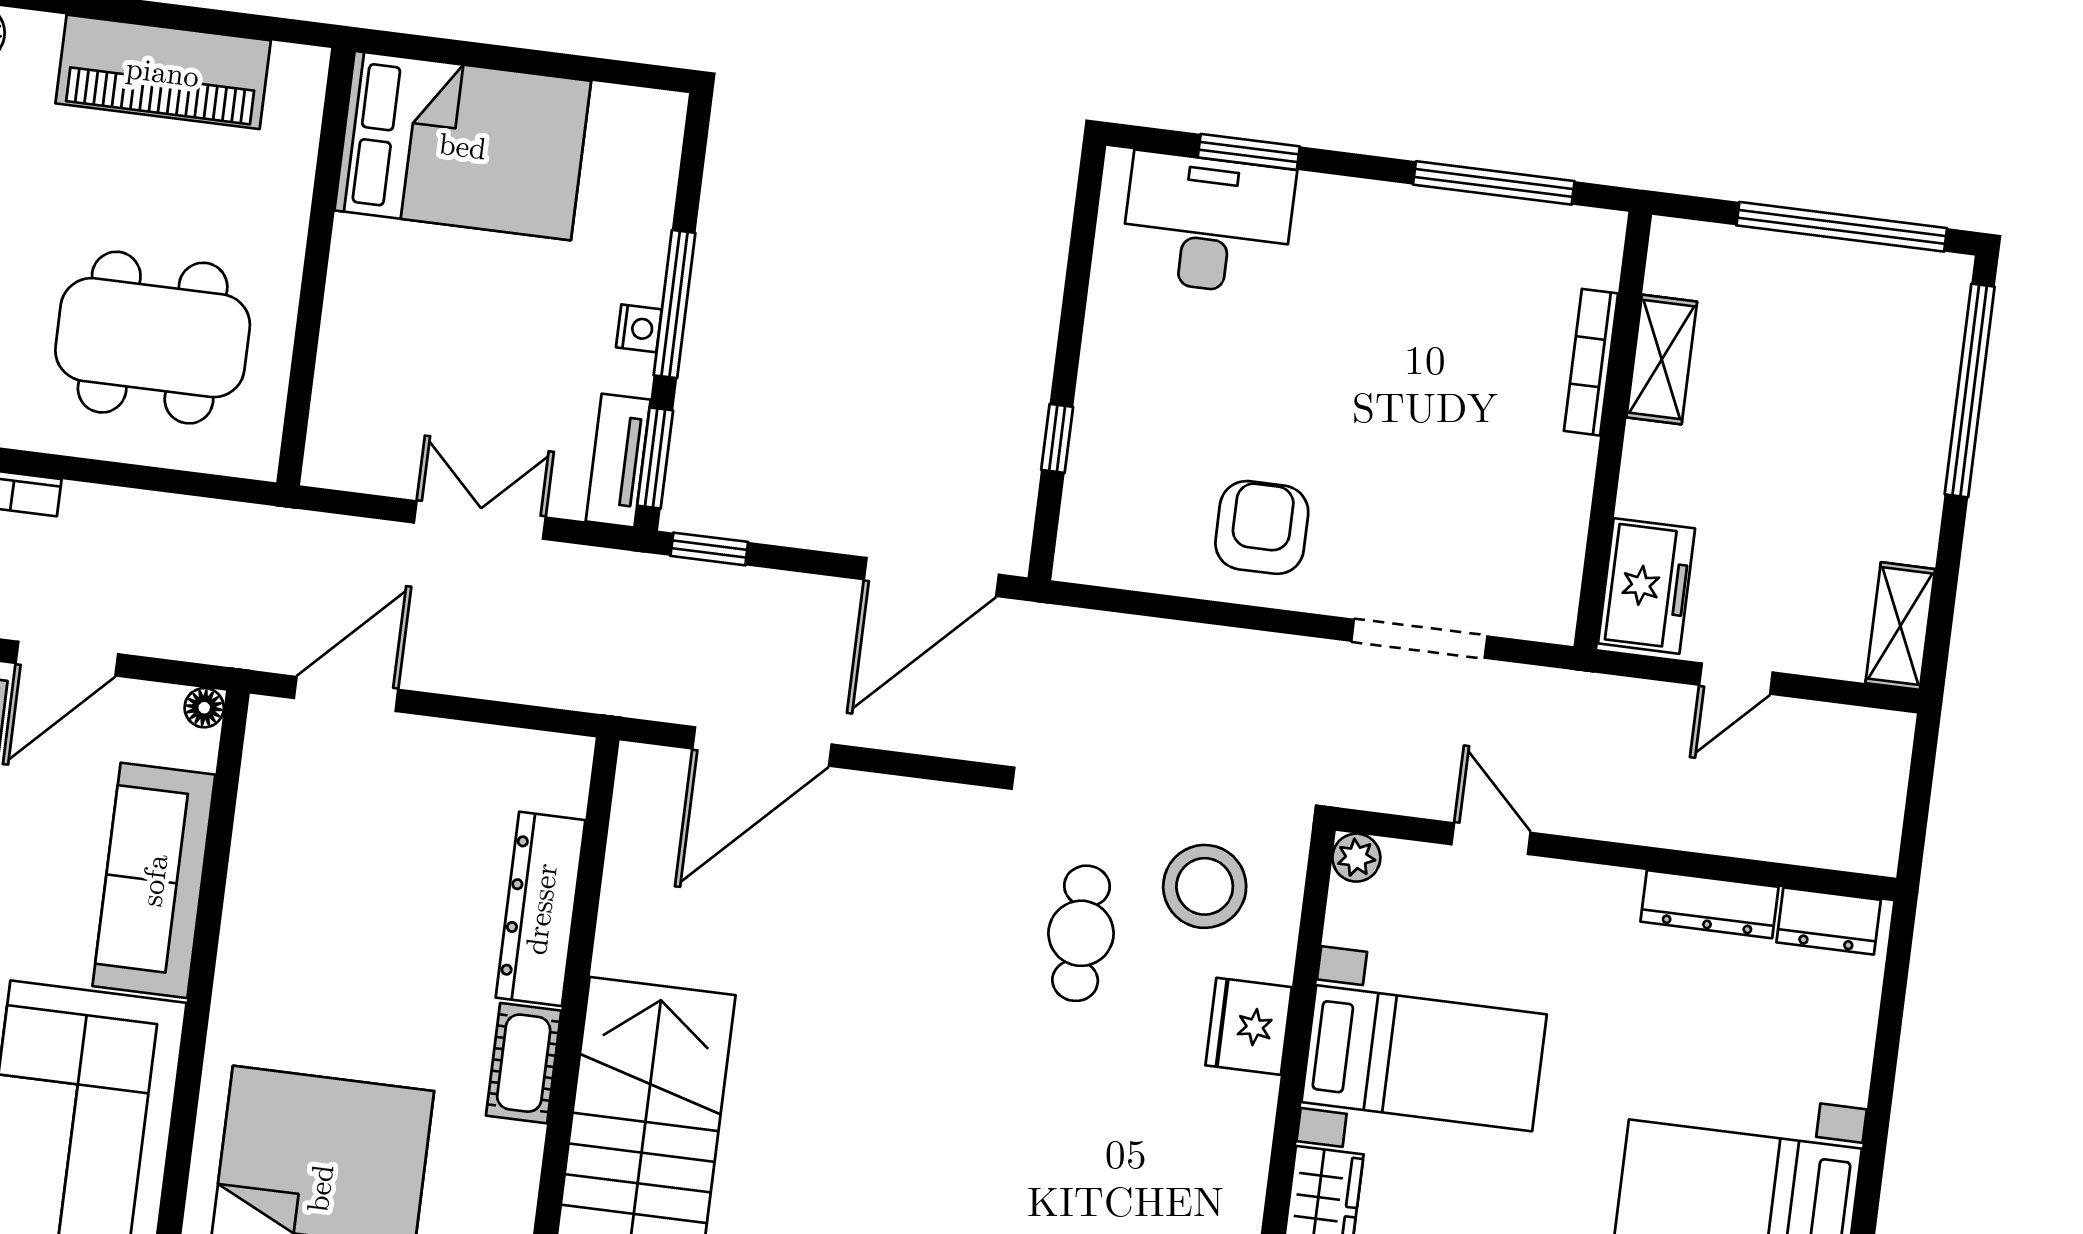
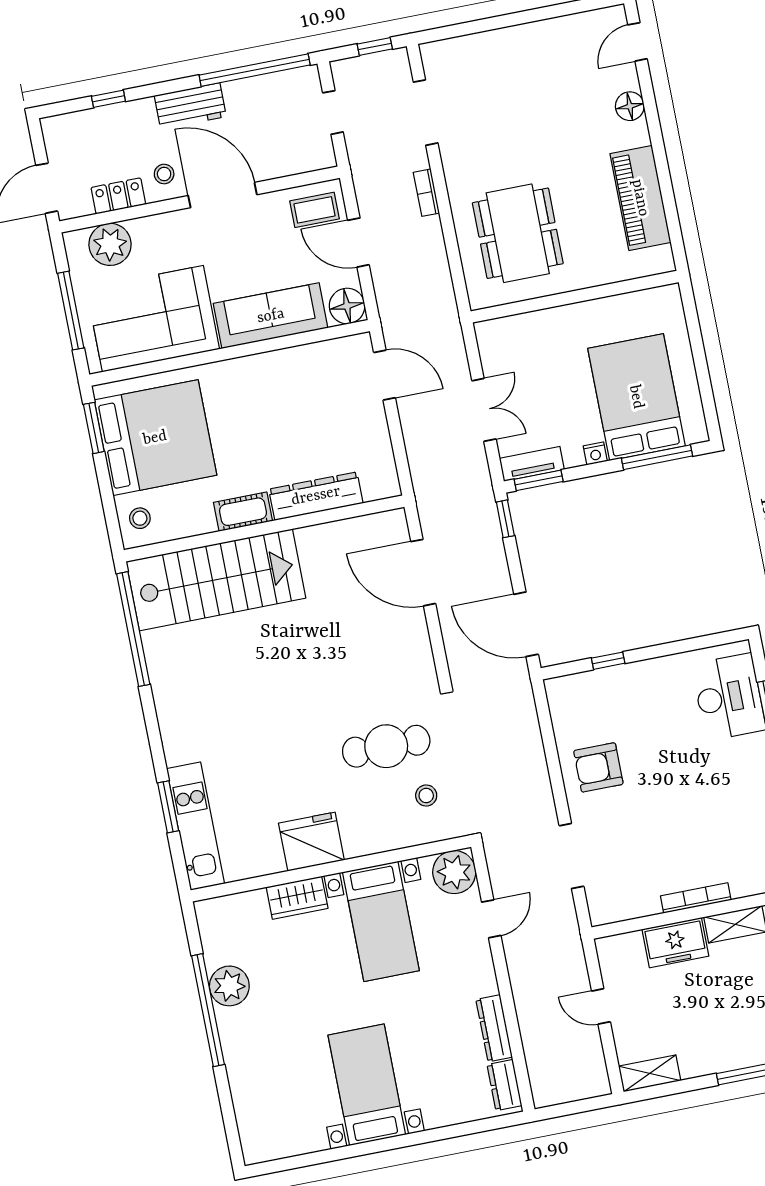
bed: (463, 146) -> (636, 397), moved, turned 180
window: (675, 304) -> (657, 457), moved
bookcase: (1591, 362) -> (696, 898), moved
armchair: (1262, 527) -> (598, 767), turned 180
freezer: (1646, 586) -> (675, 943), moved
floor lamp: (204, 708) -> (347, 306), width x1.89, depth x1.89
plant: (1356, 858) -> (454, 872), width x1.88, depth x1.88
stool: (1205, 886) -> (426, 795), width x0.53, depth x0.53
cafe table: (1081, 933) -> (386, 746), width x1.37, depth x1.35
fridge: (1249, 1026) -> (311, 842), moved, width x1.36, depth x1.34

